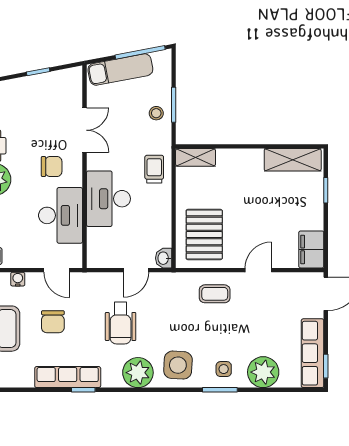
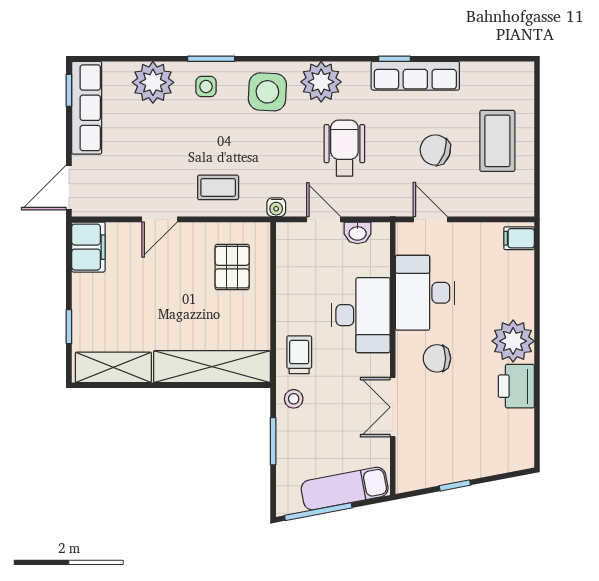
stool: (156, 113) -> (294, 399), moved
shelving: (196, 157) -> (212, 367), width x2.20, depth x1.33
trolley: (154, 169) -> (299, 355), turned 180
pallet: (204, 234) -> (232, 267), width x0.67, depth x0.71
washbasin: (164, 258) -> (358, 233), moved, turned 90
door: (136, 270) -> (324, 219), hinge flipped
water cooler: (18, 279) -> (276, 207), moved
chair: (53, 322) -> (435, 150), turned -70

